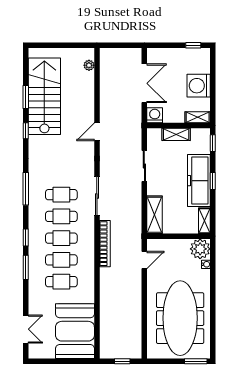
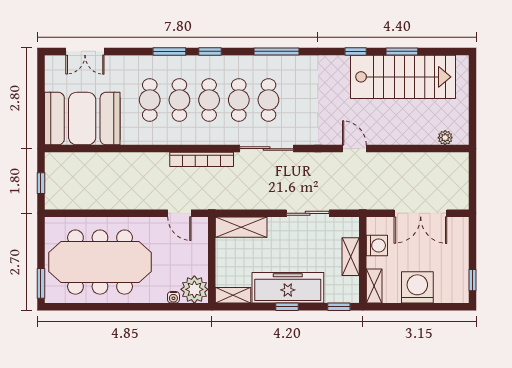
washing machine: (155, 115) -> (377, 245), moved

